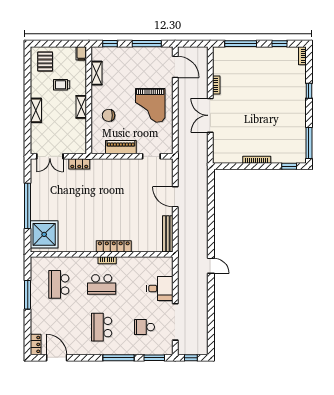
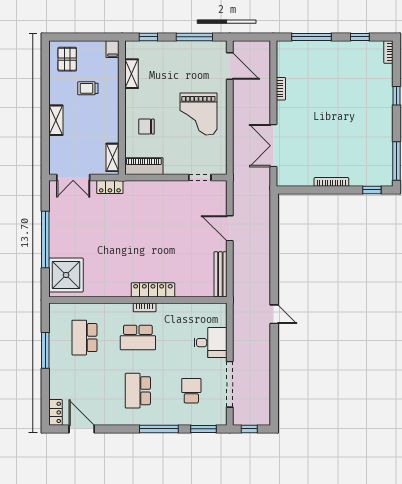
shelving: (81, 107) -> (113, 157), moved
double door: (210, 115) -> (273, 146), moved
piano: (121, 147) -> (144, 166), moved
school desk: (144, 327) -> (191, 391), turned 90

